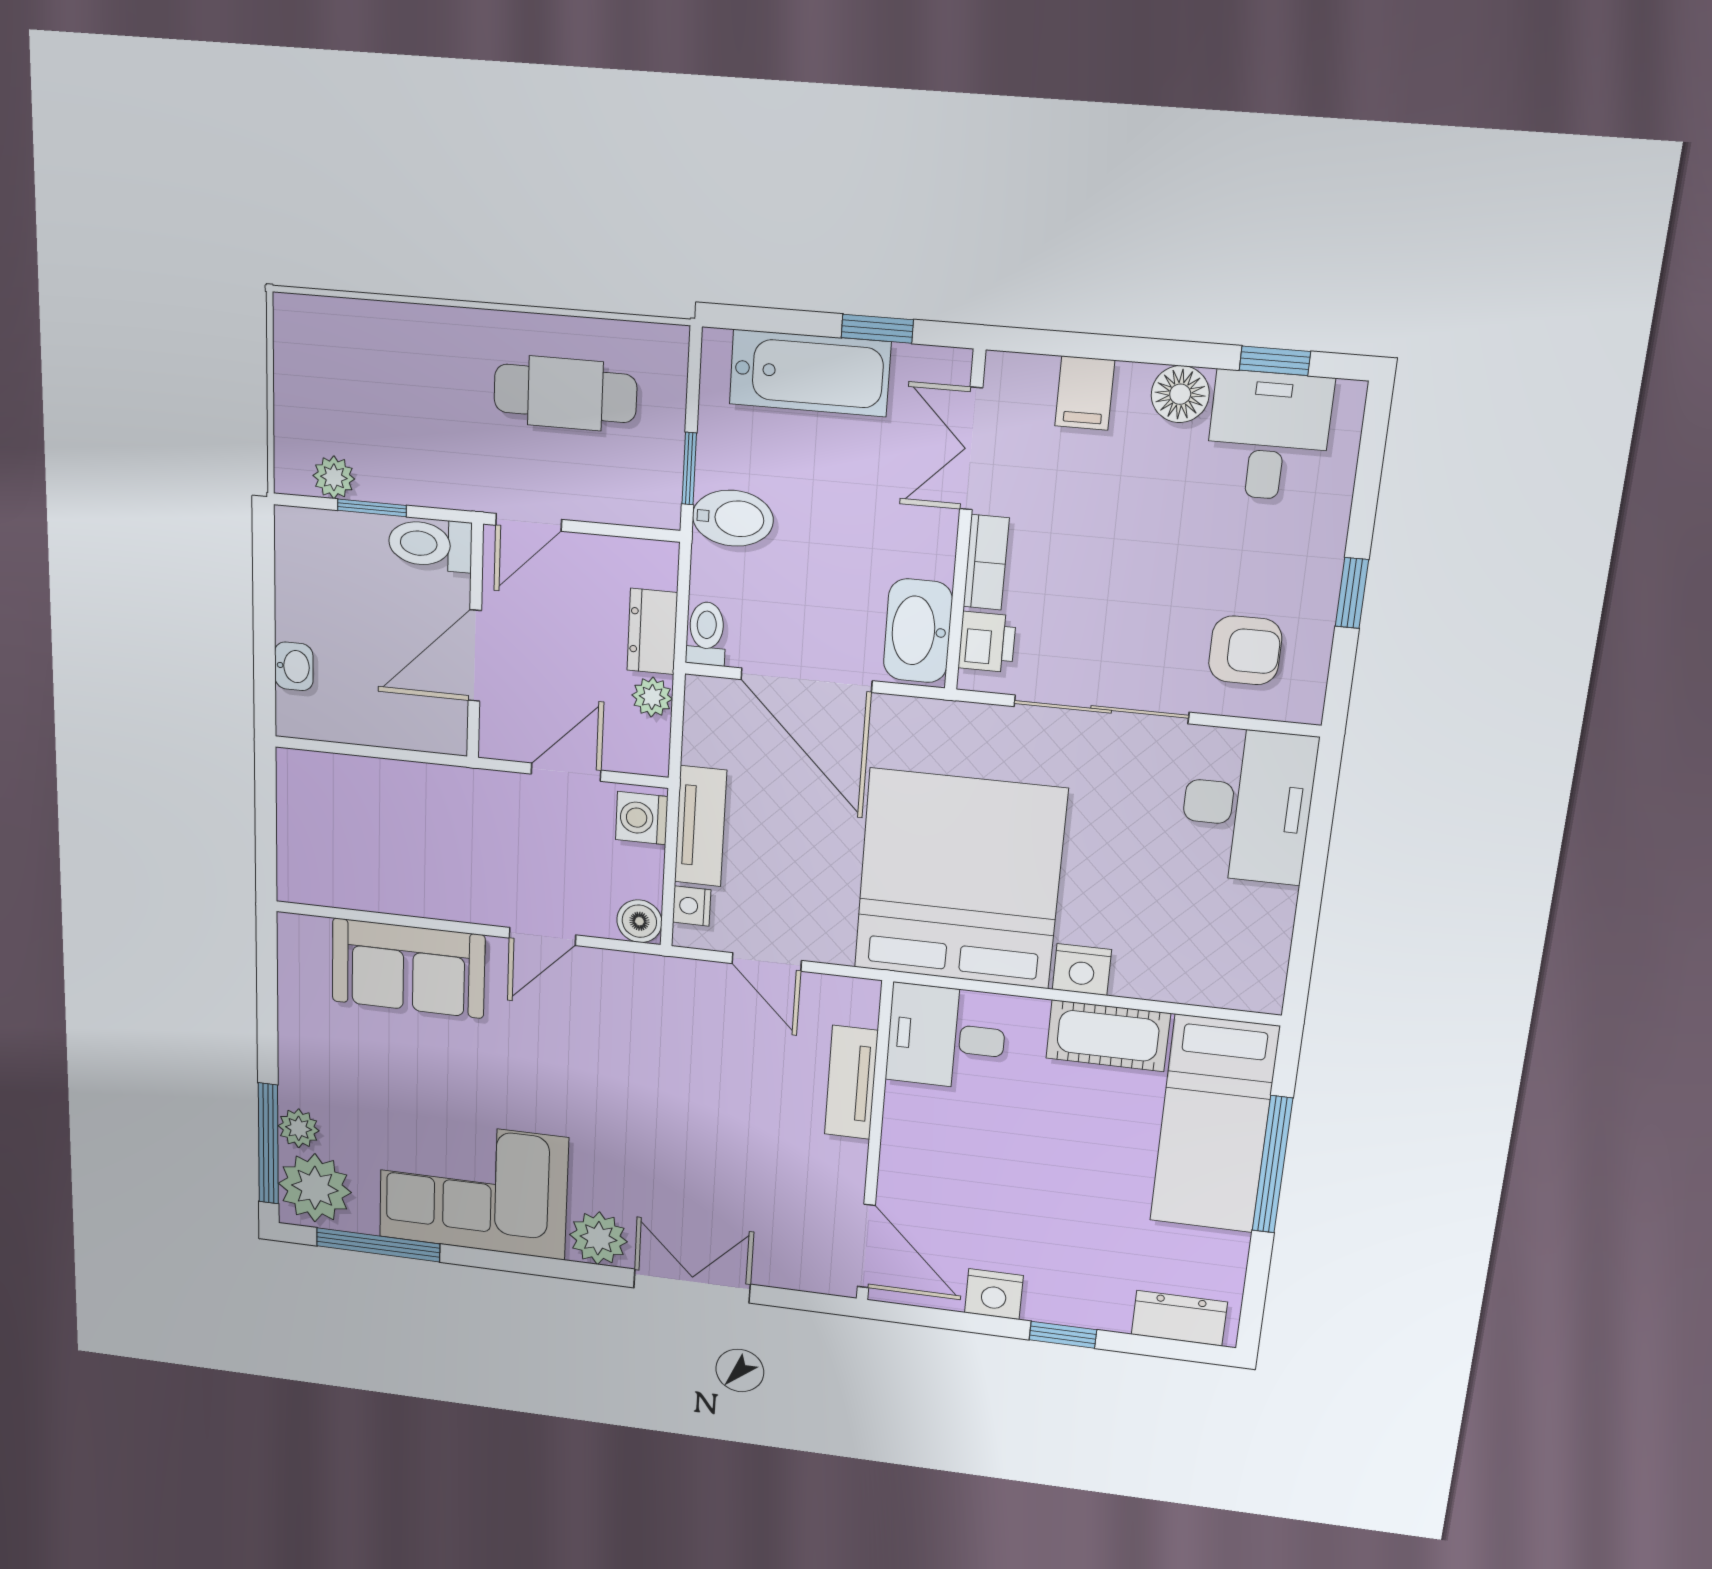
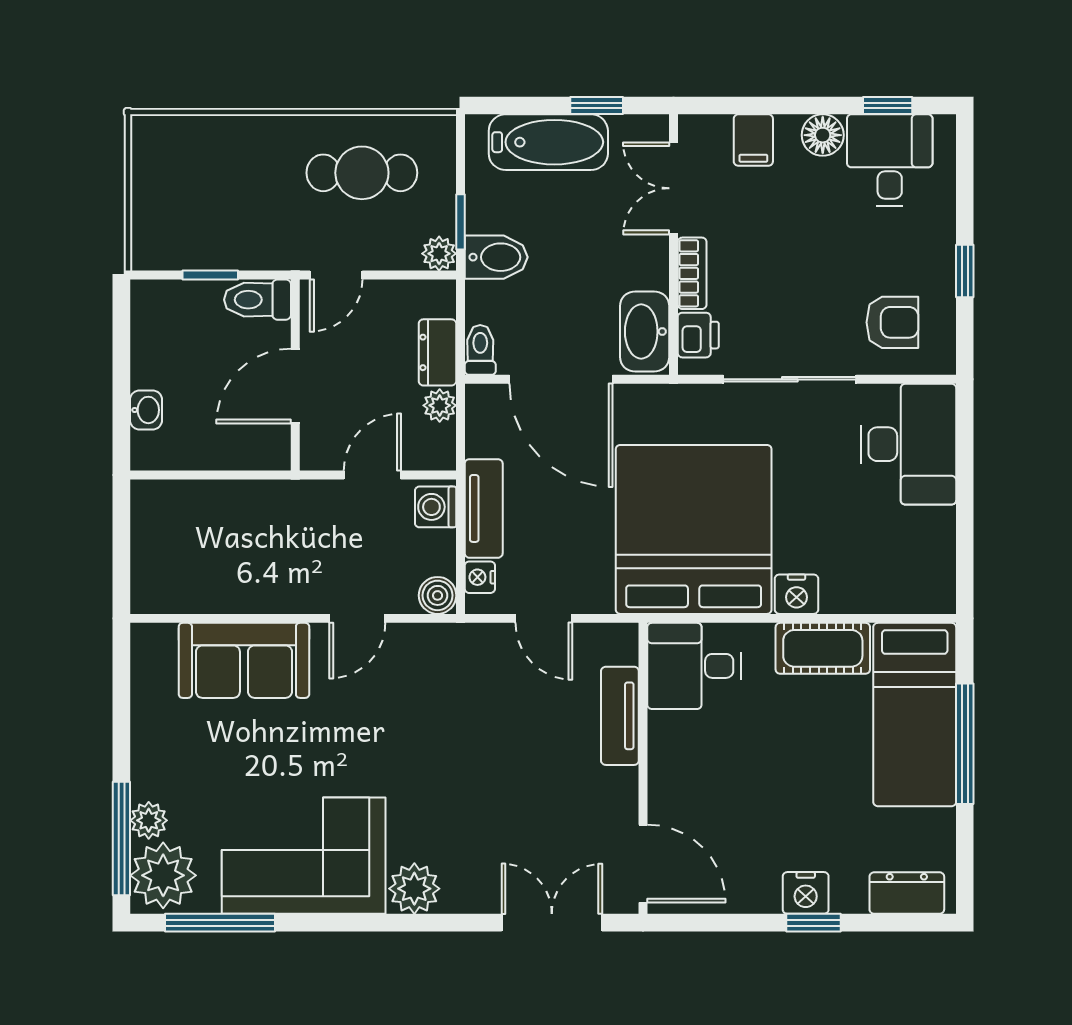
plant: (334, 477) -> (439, 254), moved
double door: (692, 1286) -> (552, 923), moved
nightstand: (994, 1294) -> (806, 893), moved

